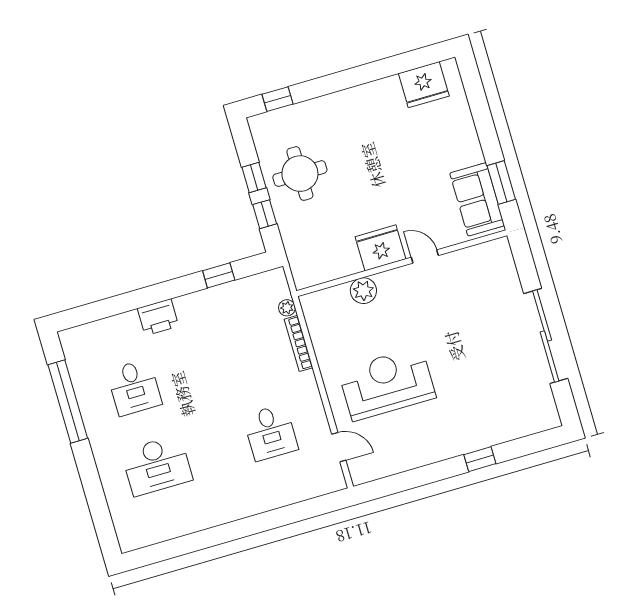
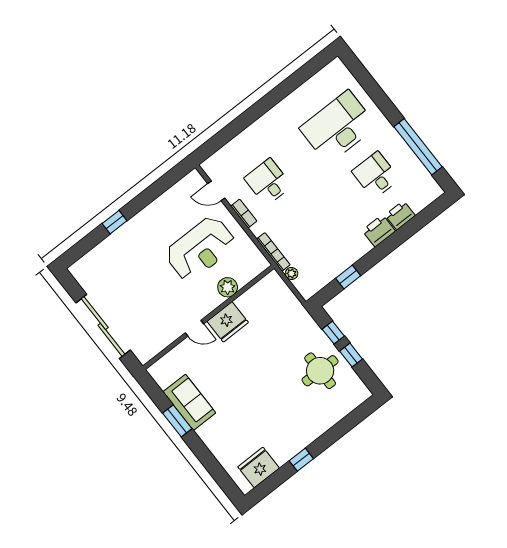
window: (277, 99) -> (301, 460), moved
fridge: (380, 248) -> (228, 322), moved
door: (425, 256) -> (194, 328), moved
wall: (402, 263) -> (209, 317), moved
plant: (363, 291) -> (228, 287), moved
printer: (124, 326) -> (400, 215), added
bookcase: (316, 405) -> (244, 214), added
desk: (157, 465) -> (338, 127), width x1.36, depth x1.30

